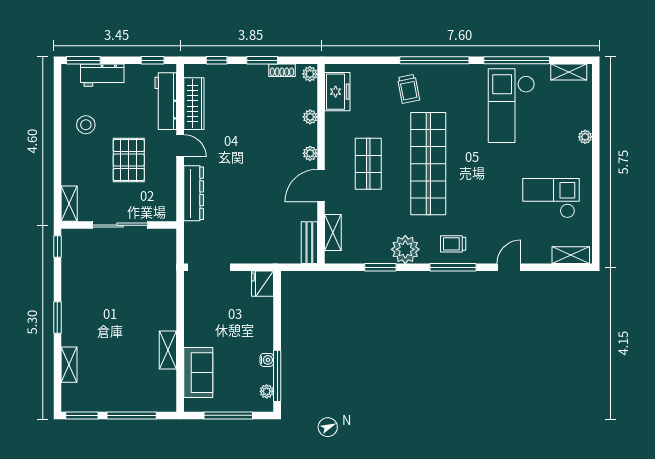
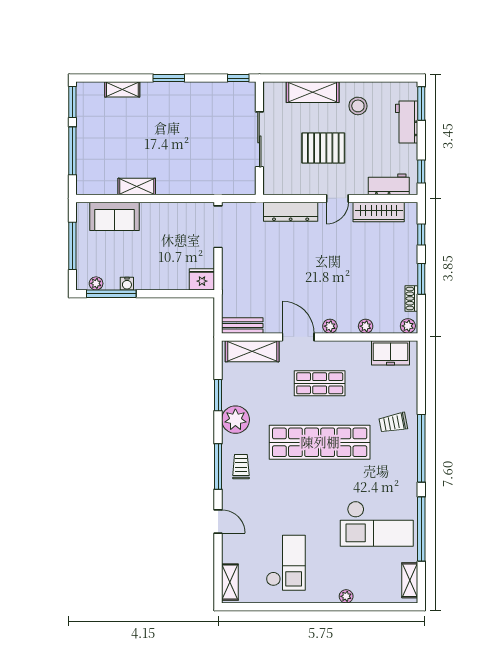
workbench: (166, 101) -> (389, 184), width x0.73
checkout: (511, 106) -> (377, 524), turned 180
shelving: (69, 204) -> (313, 92), moved, width x1.50, depth x1.33
shelving: (333, 232) -> (252, 351), width x1.50, depth x1.33

